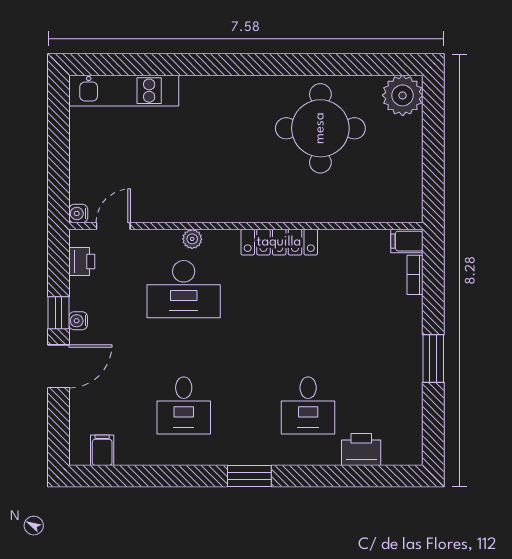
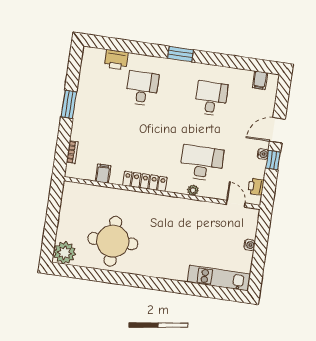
water cooler: (78, 213) -> (249, 245), moved
door: (113, 226) -> (236, 204), swing flipped
filing cabinet: (407, 241) -> (103, 174), moved, turned -90

